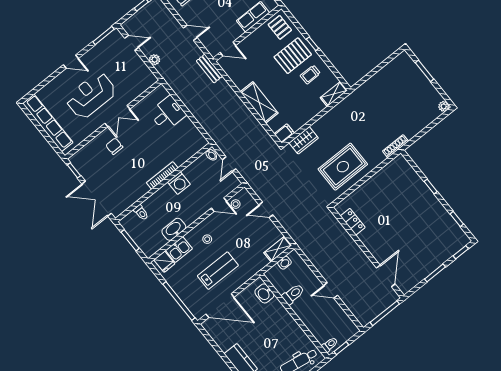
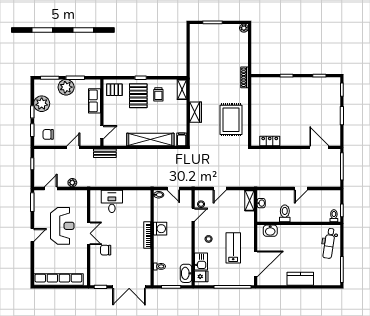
reception desk: (91, 95) -> (62, 226), moved, turned 180
shelving: (259, 102) -> (150, 140), width x1.47
wardrobe: (304, 140) -> (196, 112), moved
washbasin: (174, 229) -> (186, 273), moved

